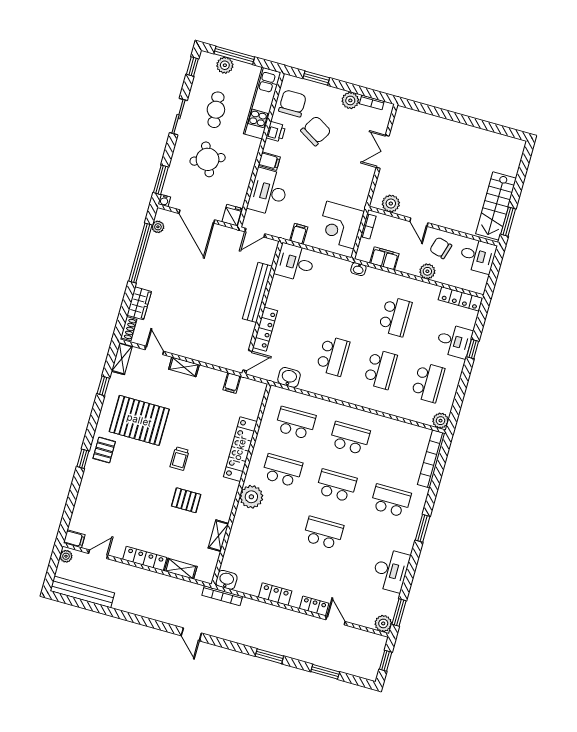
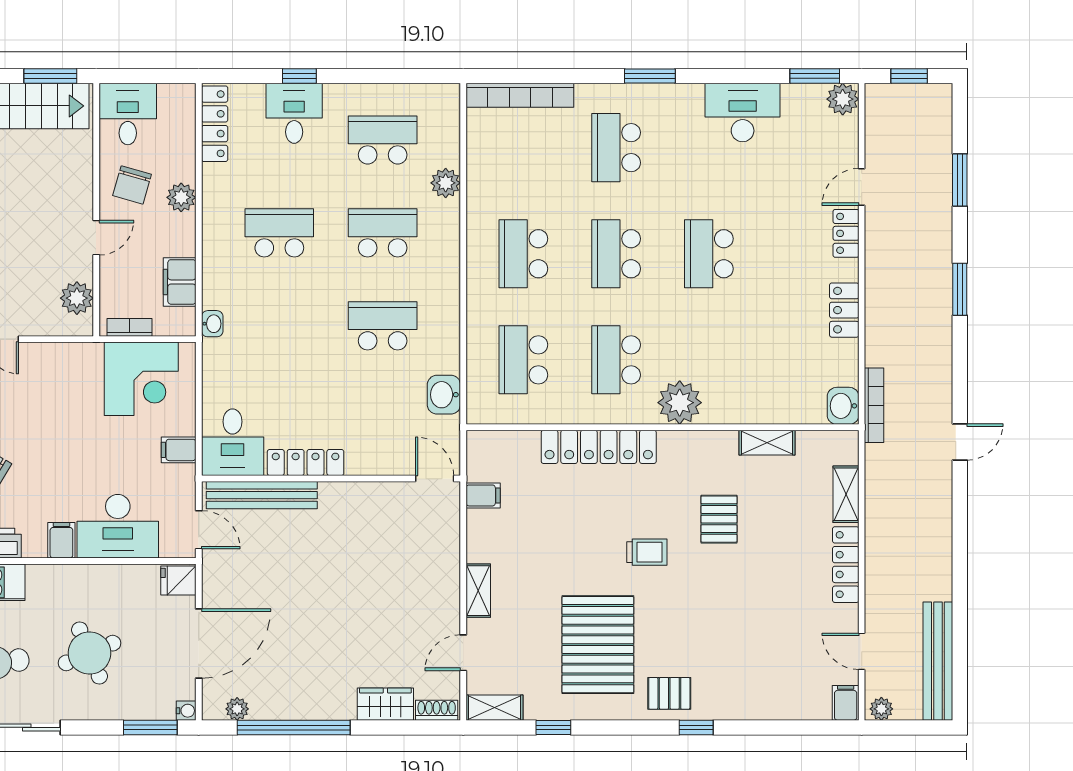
bench: (257, 292) -> (262, 495), moved
locker: (265, 329) -> (306, 463), moved
plant: (441, 421) -> (446, 183), moved

